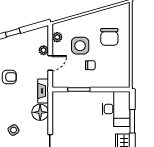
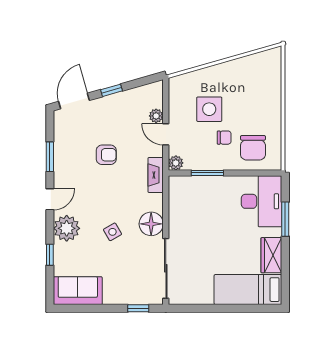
plant: (57, 37) -> (176, 163), moved
chair: (109, 37) -> (253, 148), moved
door: (50, 63) -> (166, 134), swing flipped
floor lamp: (40, 112) -> (151, 224), moved

